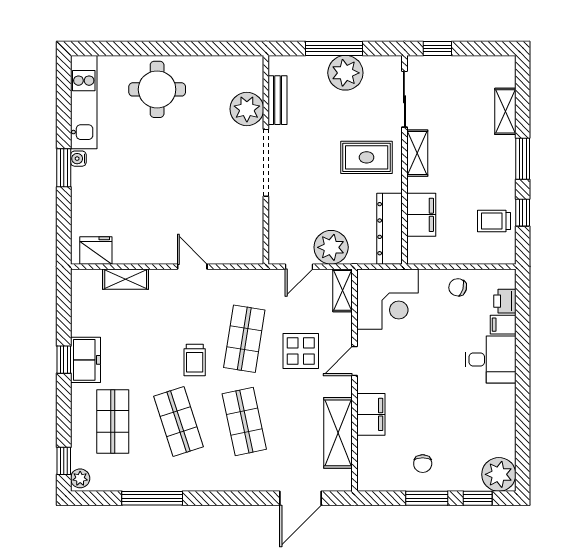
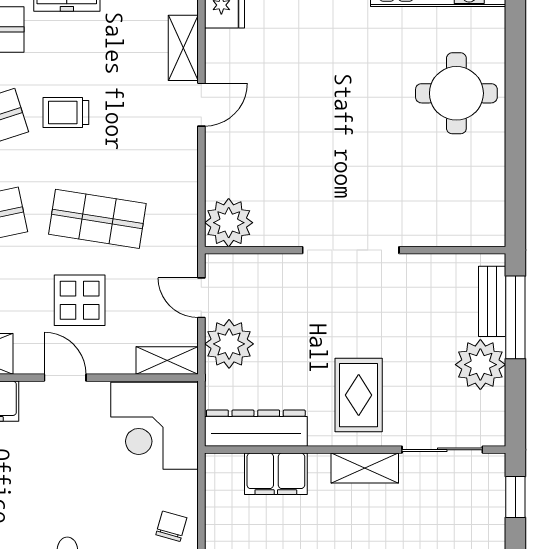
window: (334, 48) -> (515, 317), moved
bench: (278, 100) -> (492, 301), moved, turned 90
plant: (247, 109) -> (229, 223), moved
door: (192, 267) -> (201, 105), moved
trolley: (195, 360) -> (66, 112), moved

